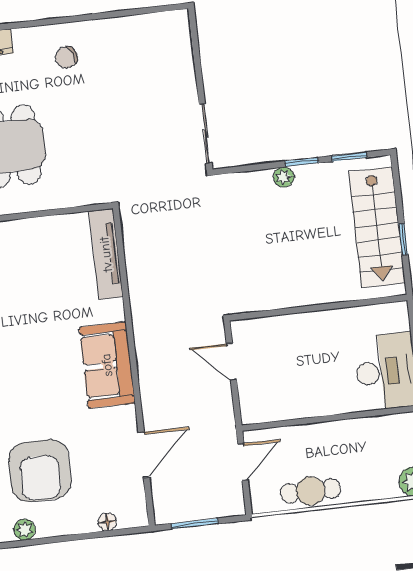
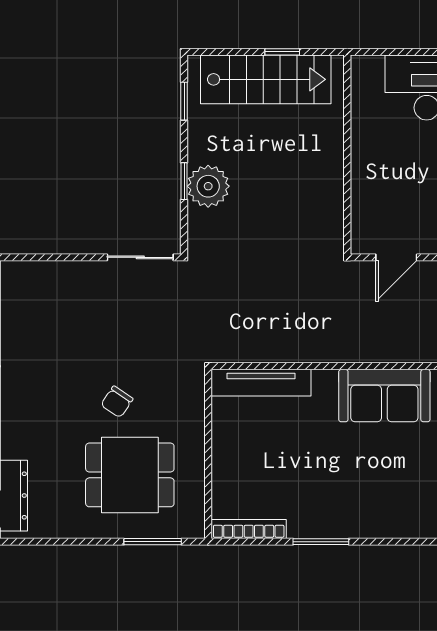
chair: (67, 57) -> (117, 402), moved, turned 55
window: (302, 162) -> (184, 181), moved
plant: (284, 177) -> (208, 186), width x1.88, depth x1.88

